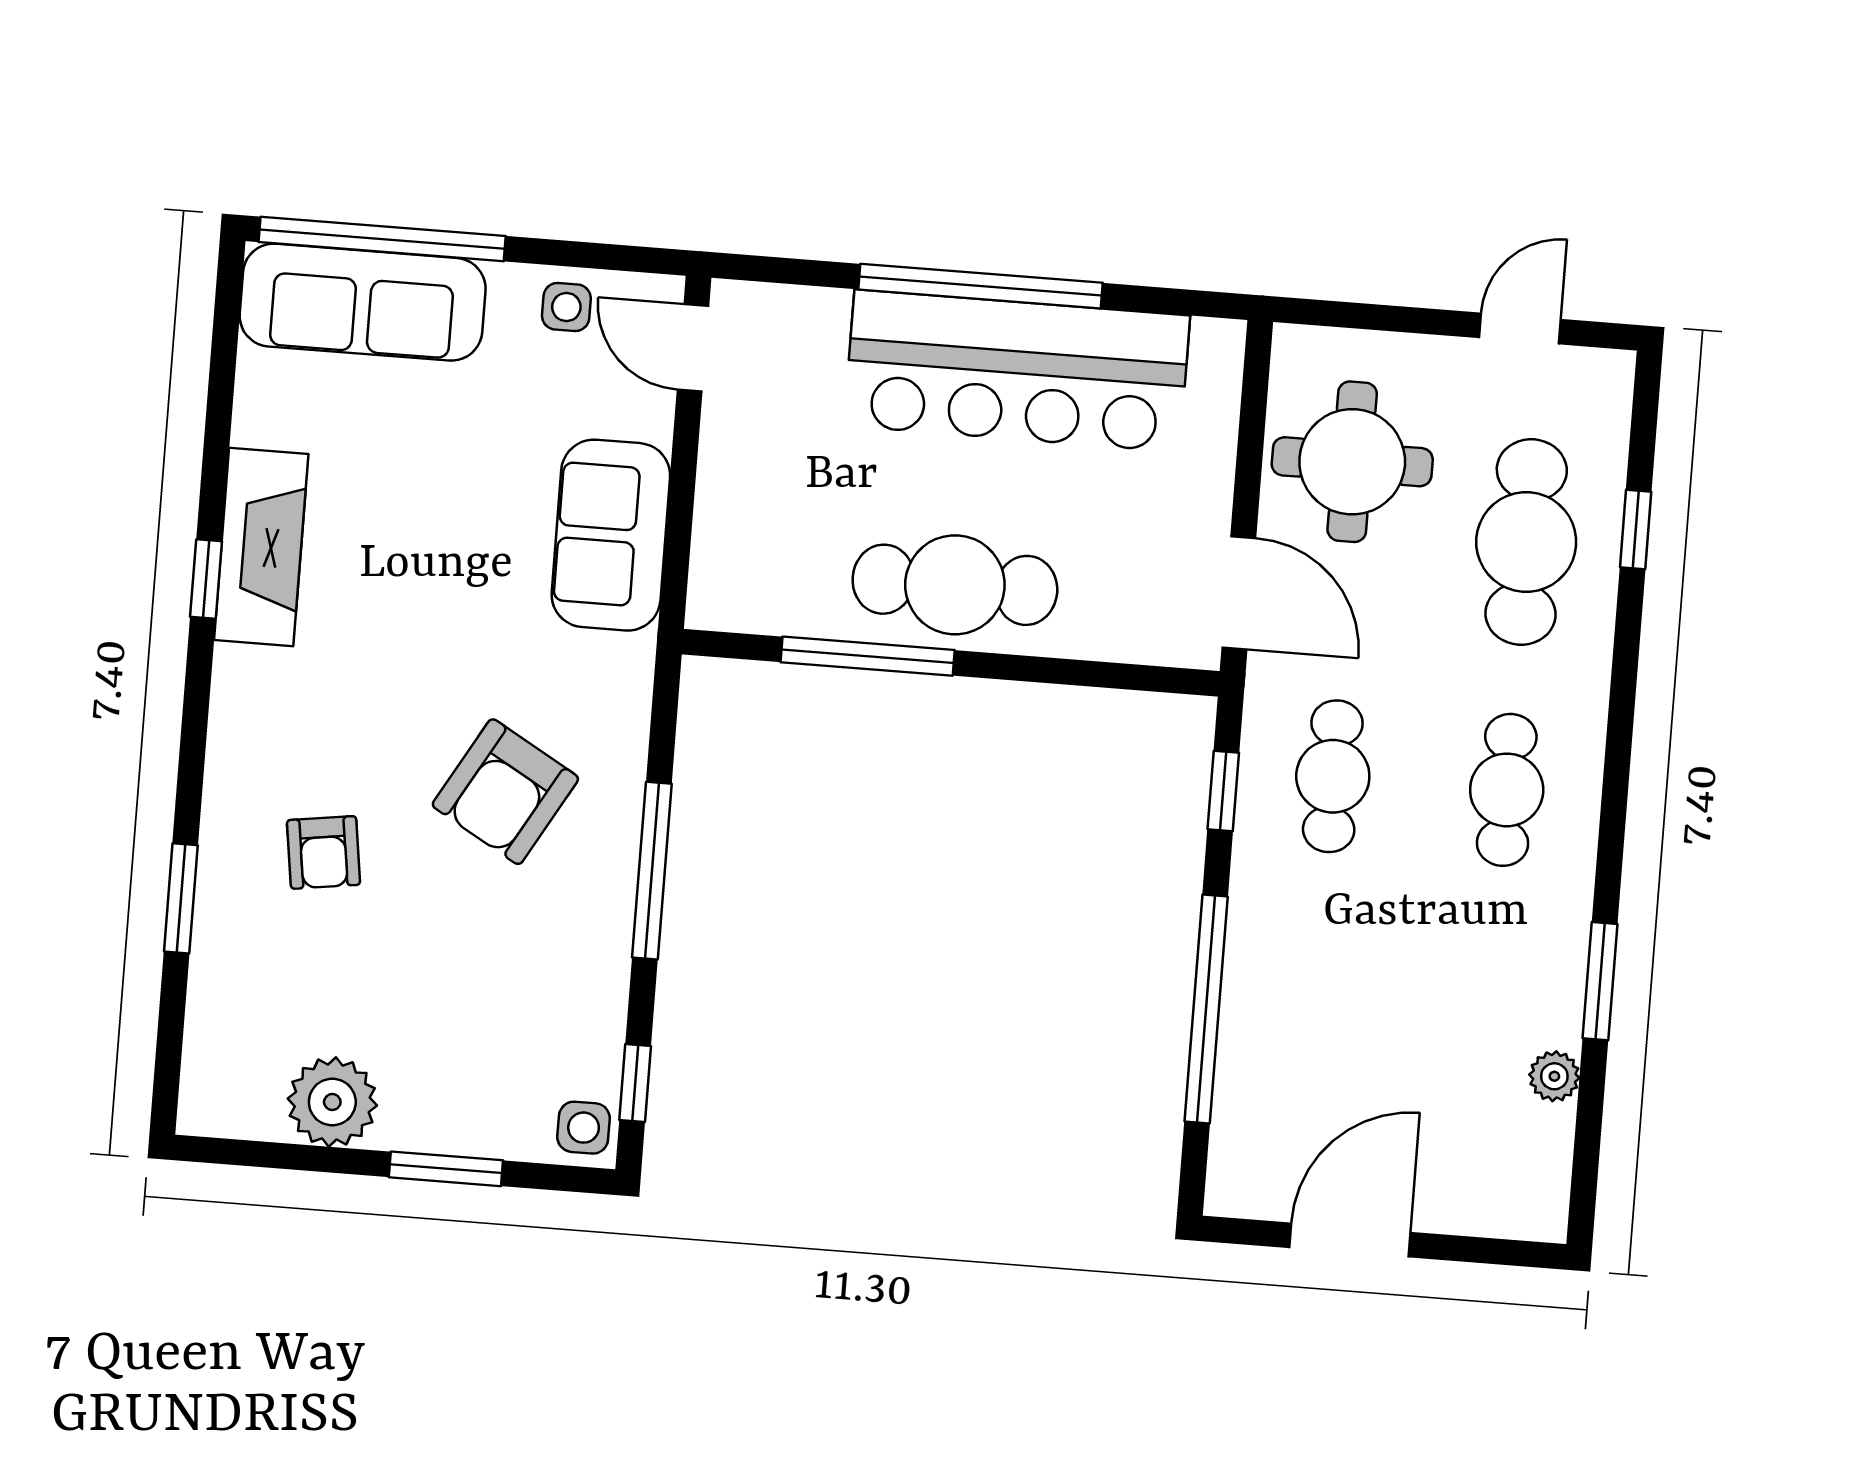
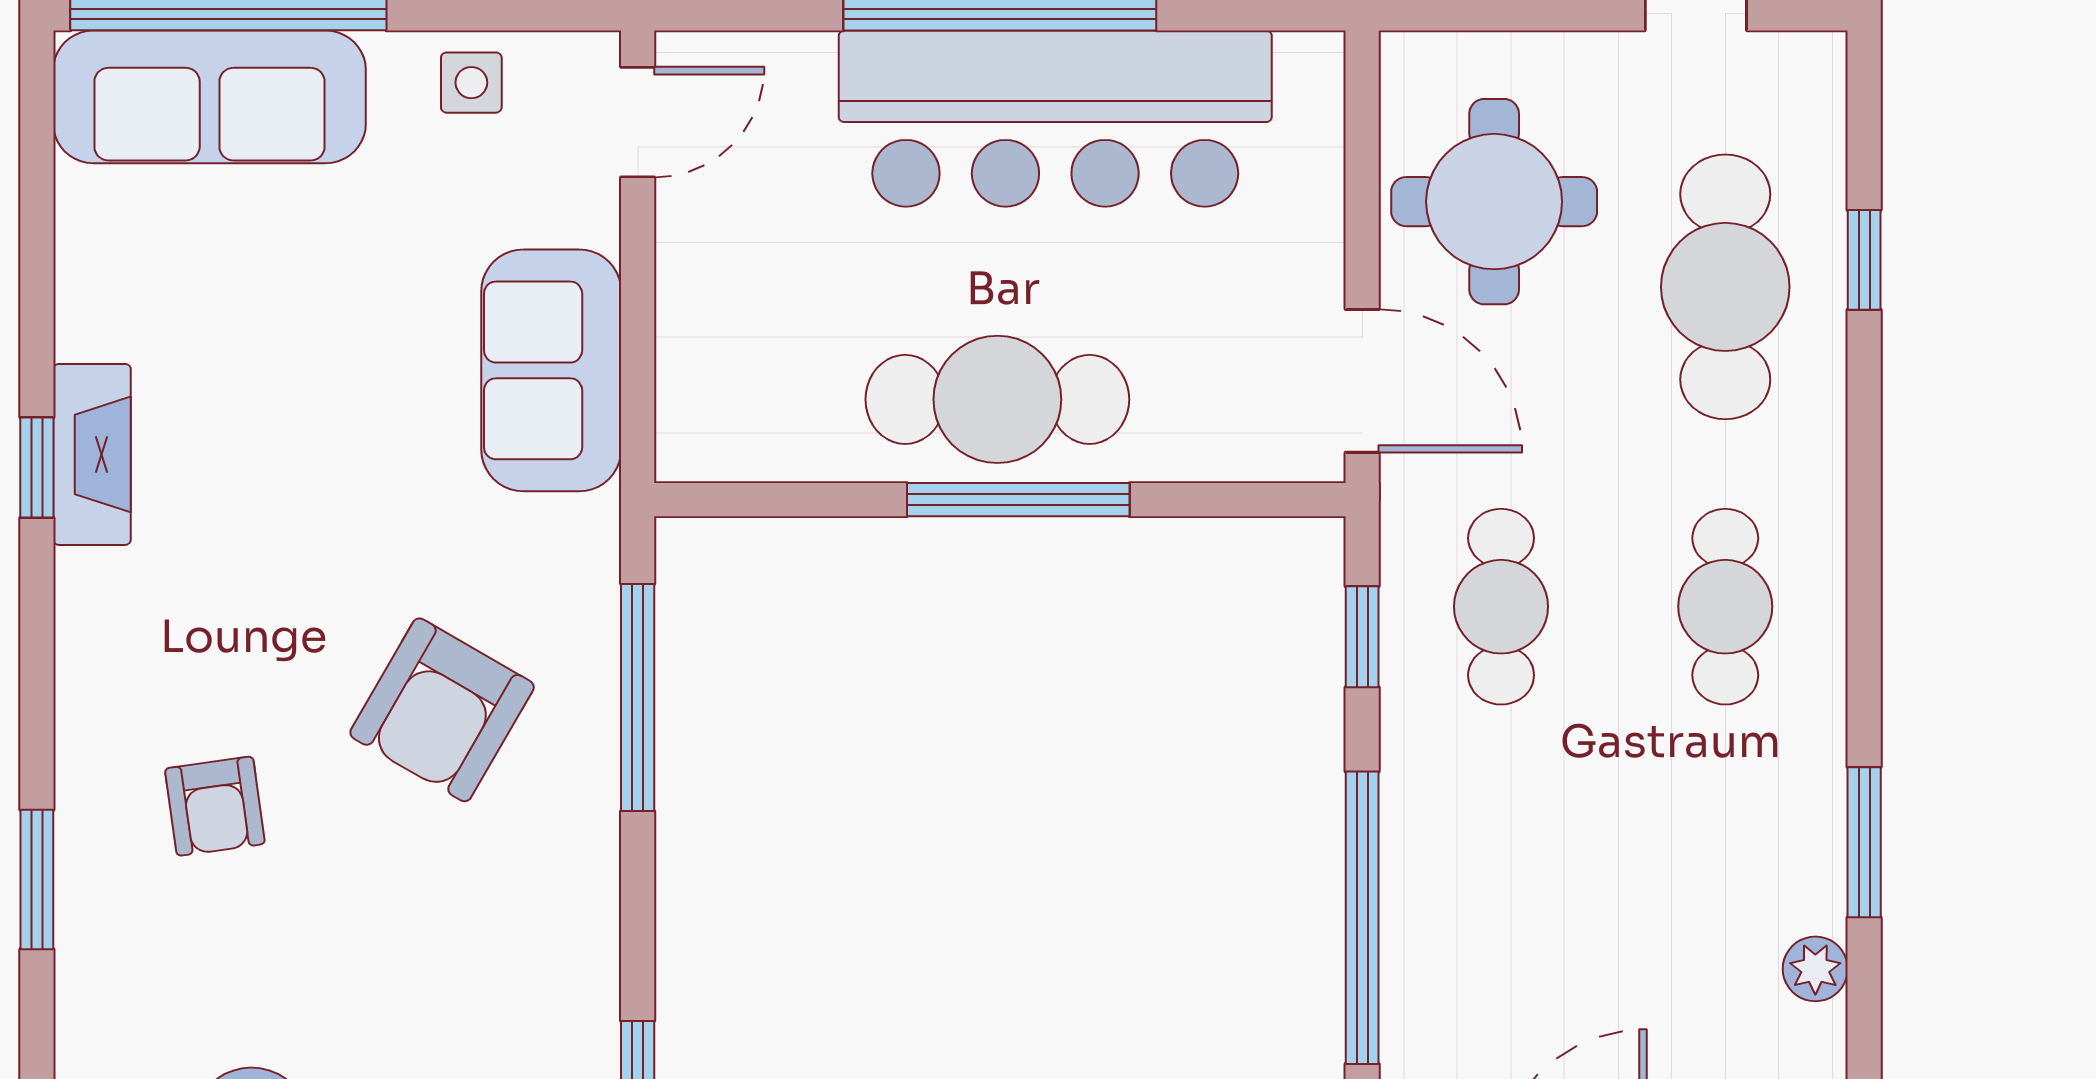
door: (693, 348) -> (638, 122), swing flipped
fireplace: (261, 547) -> (92, 454), width x0.73, depth x0.76
window: (868, 656) -> (1018, 500), moved
window: (652, 871) -> (638, 697), moved

